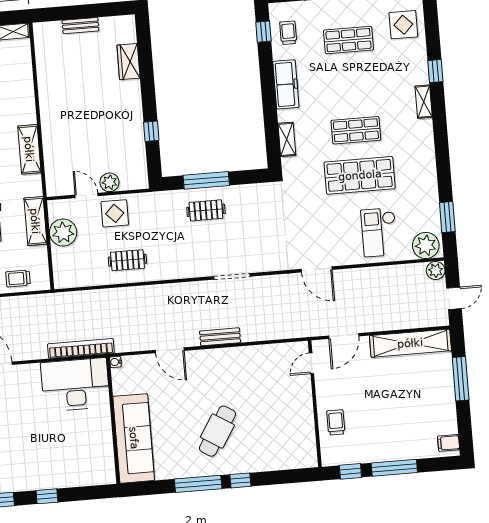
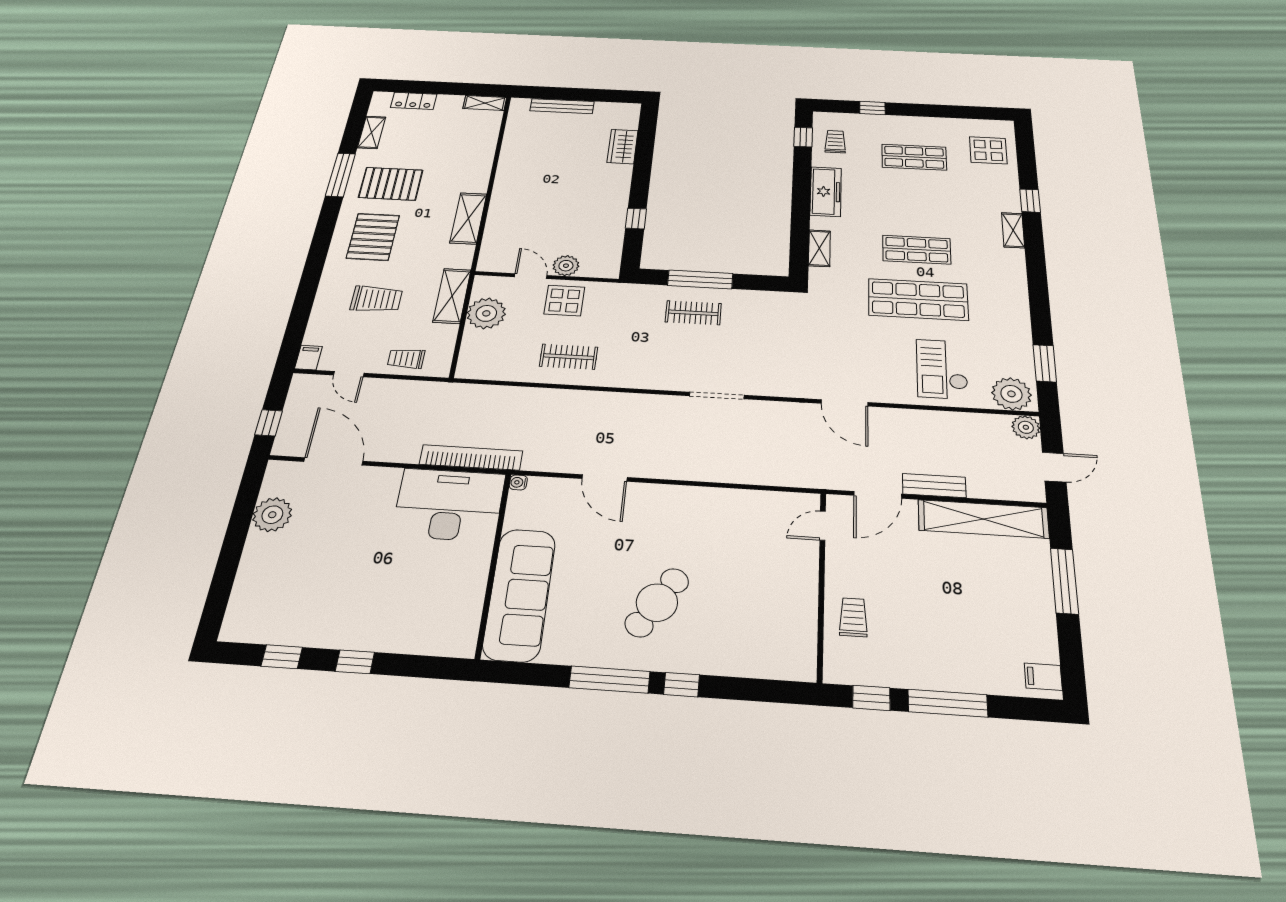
bench: (80, 26) -> (562, 106), width x1.36
bench: (220, 337) -> (934, 486), moved

